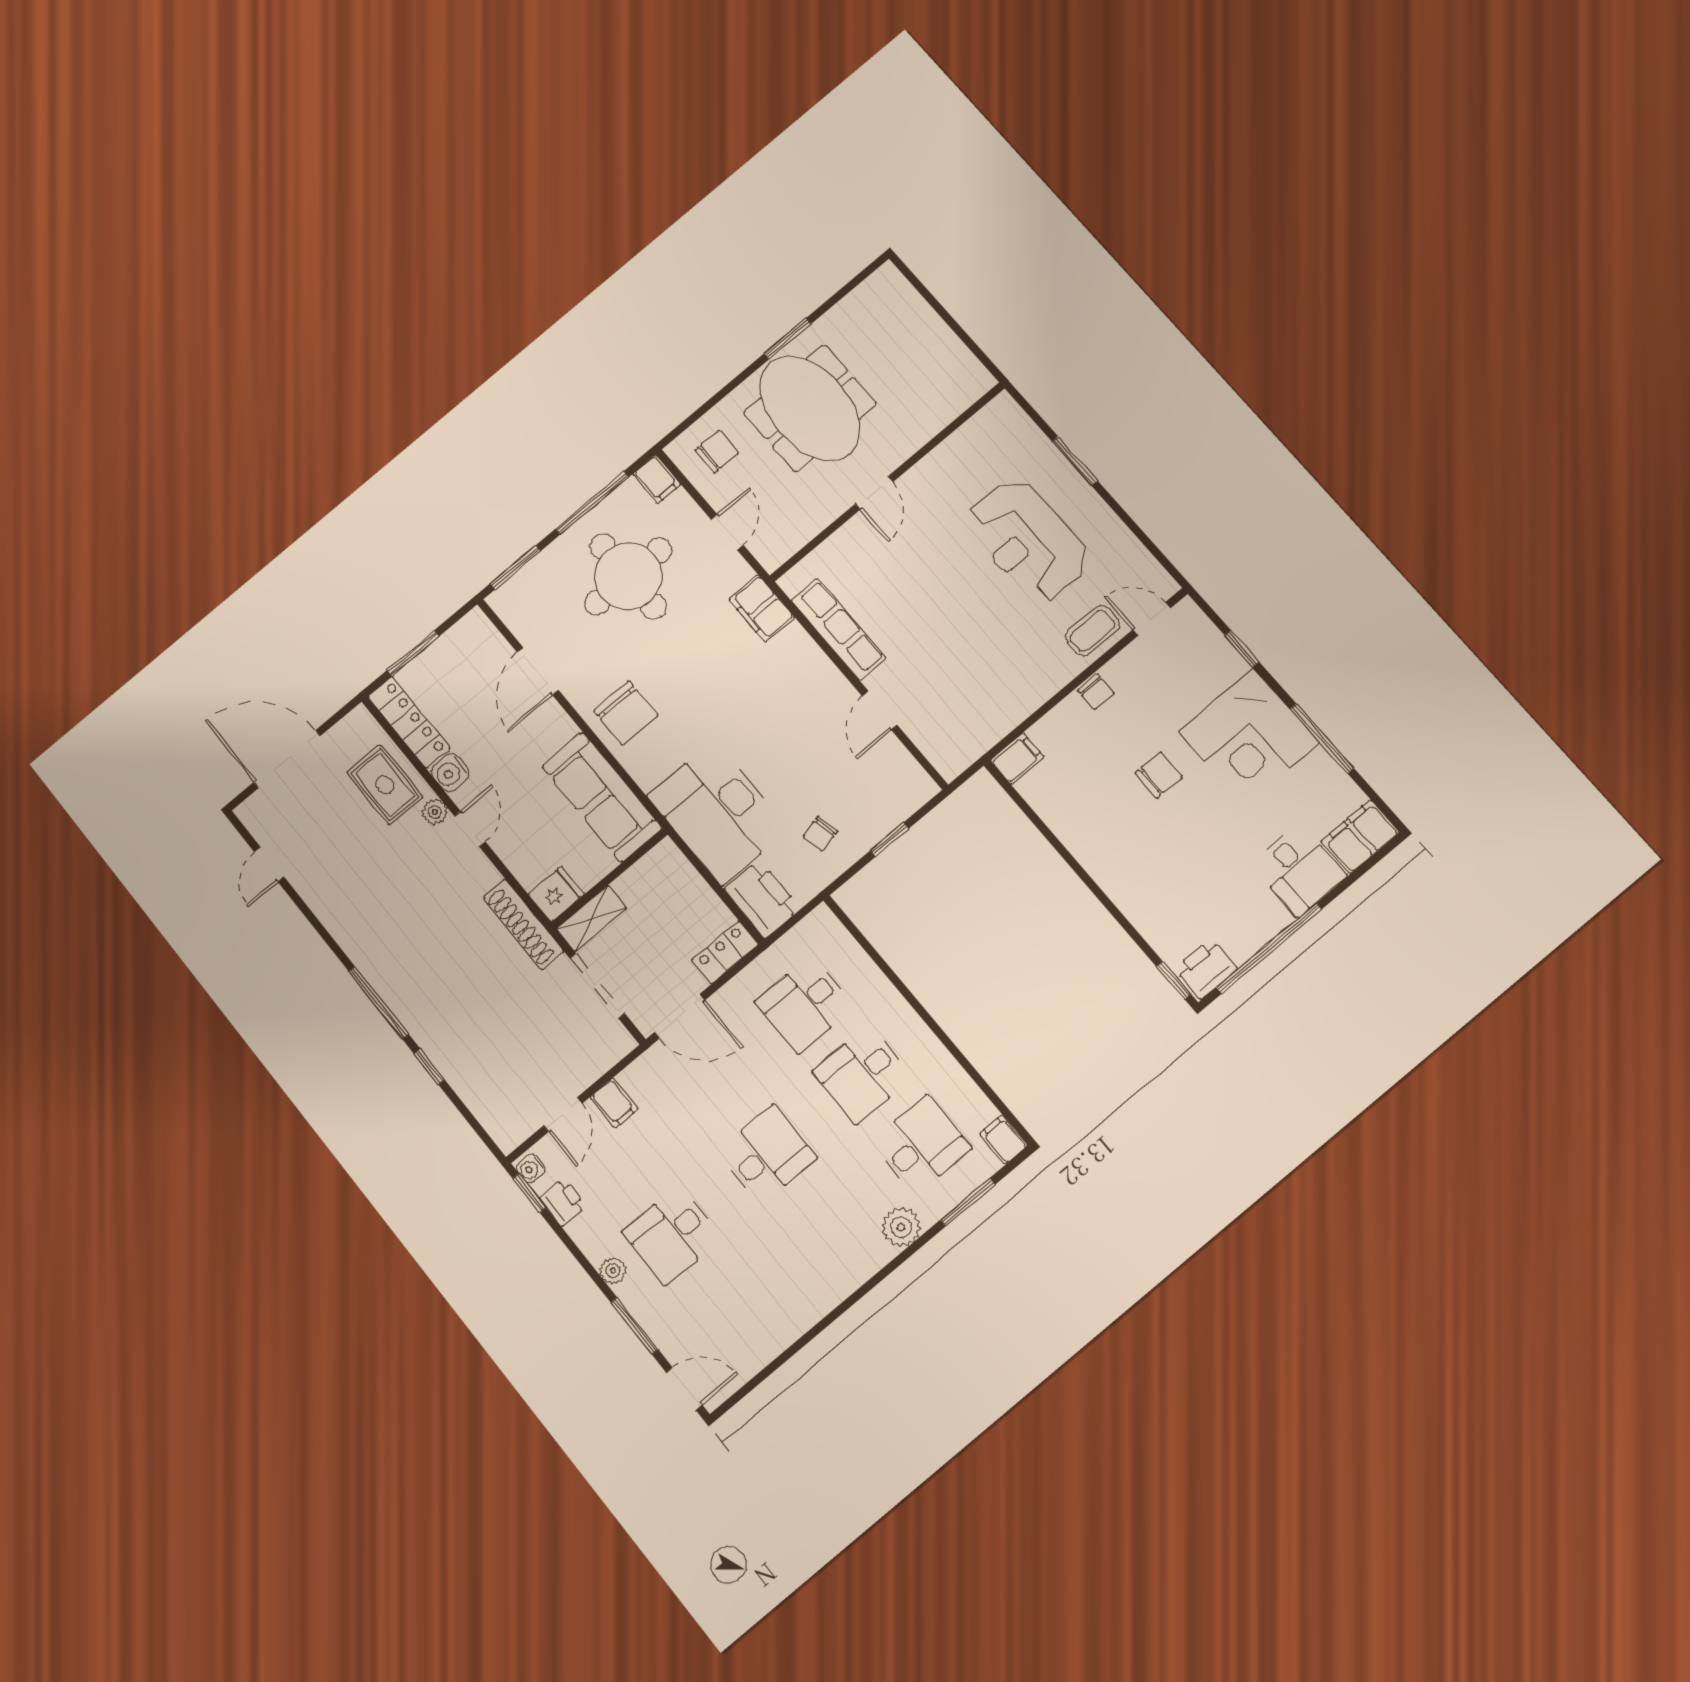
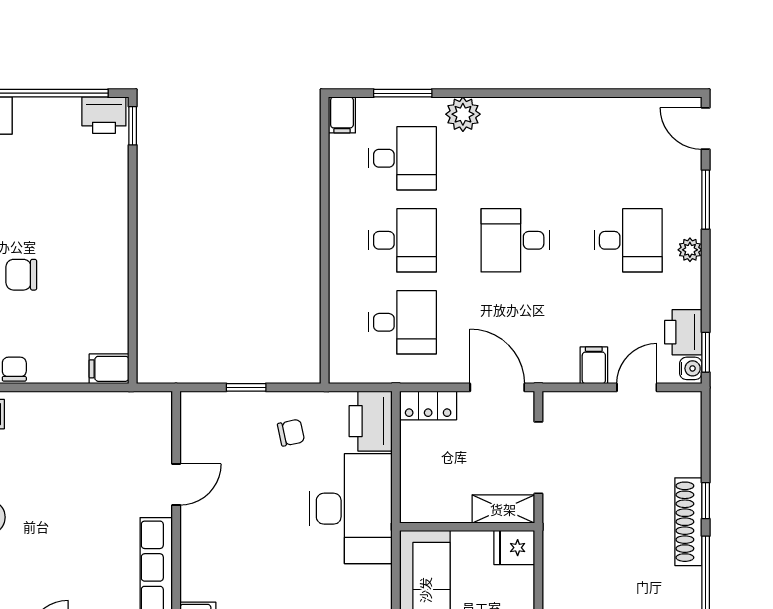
shoe rack: (523, 925) -> (688, 522), moved, turned 180
desk: (921, 1145) -> (402, 158), turned 180
printer: (563, 1202) -> (683, 332), width x1.36, depth x1.24

